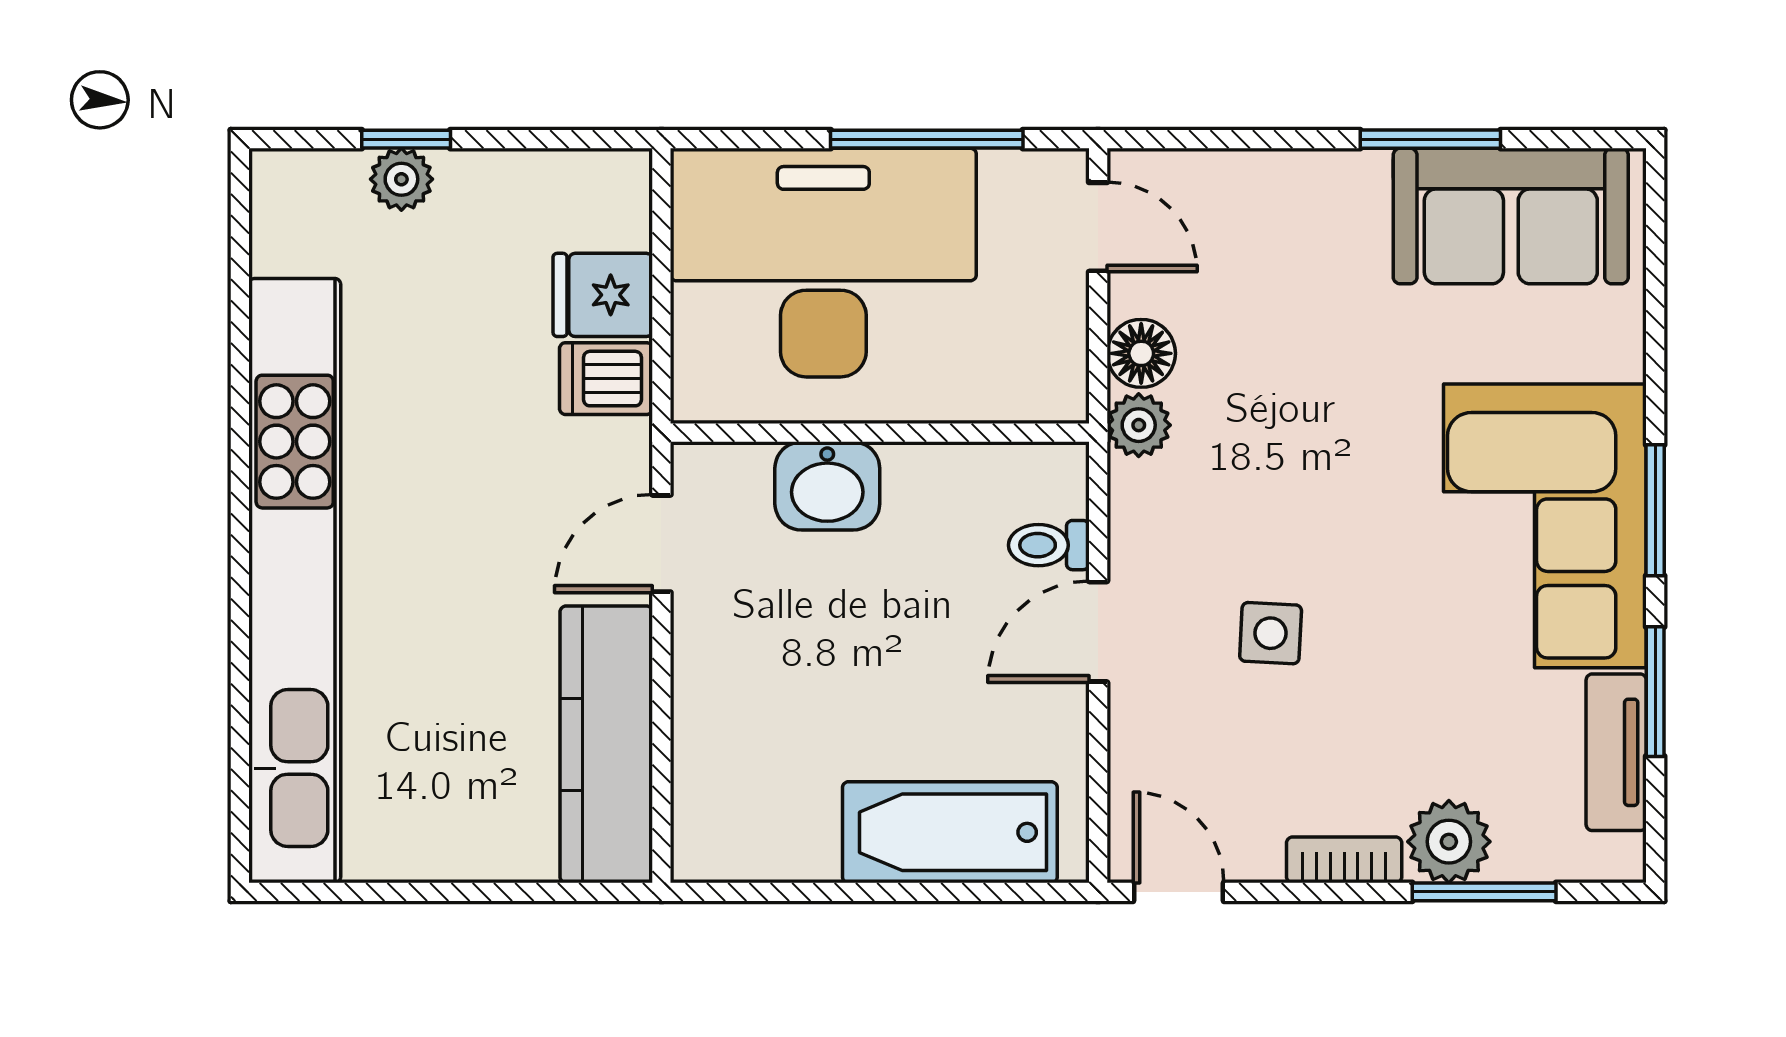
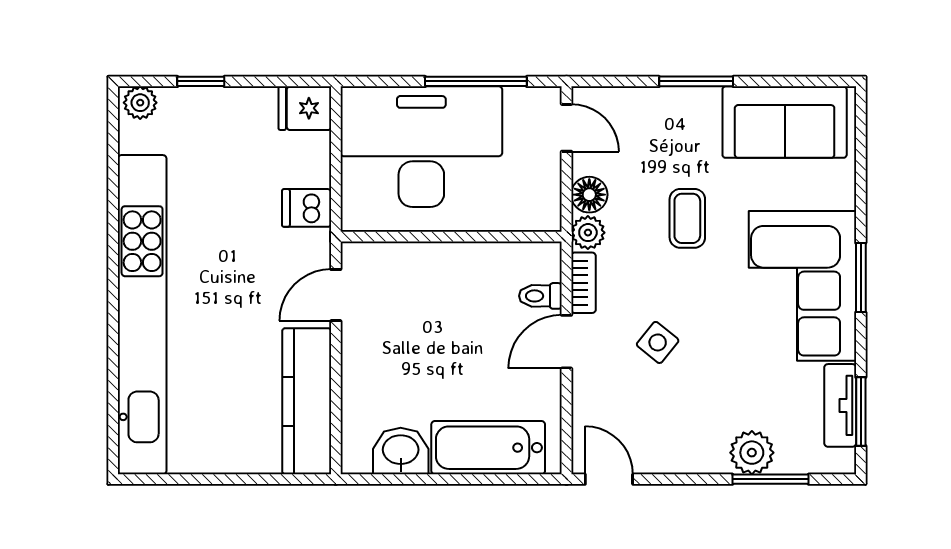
window: (1430, 139) -> (696, 81), moved
plant: (401, 179) -> (140, 103), moved
fridge: (603, 295) -> (305, 108), moved
coffee table: (1327, 398) -> (687, 218), added
washbasin: (827, 486) -> (401, 451), moved, turned 180
side table: (1271, 633) -> (658, 342), turned 36
window: (1655, 692) -> (861, 411), moved
bookcase: (1344, 860) -> (583, 283), moved, turned 90

